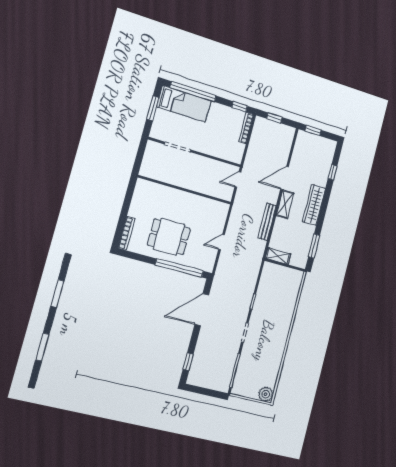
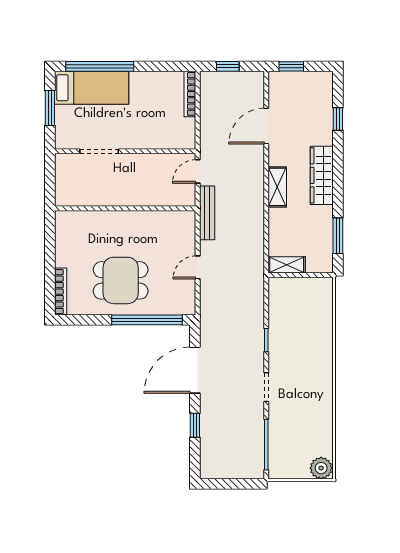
window: (240, 107) -> (172, 66), removed
door: (285, 178) -> (266, 126), moved
bench: (267, 222) -> (207, 213), moved
window: (188, 362) -> (195, 425), moved

